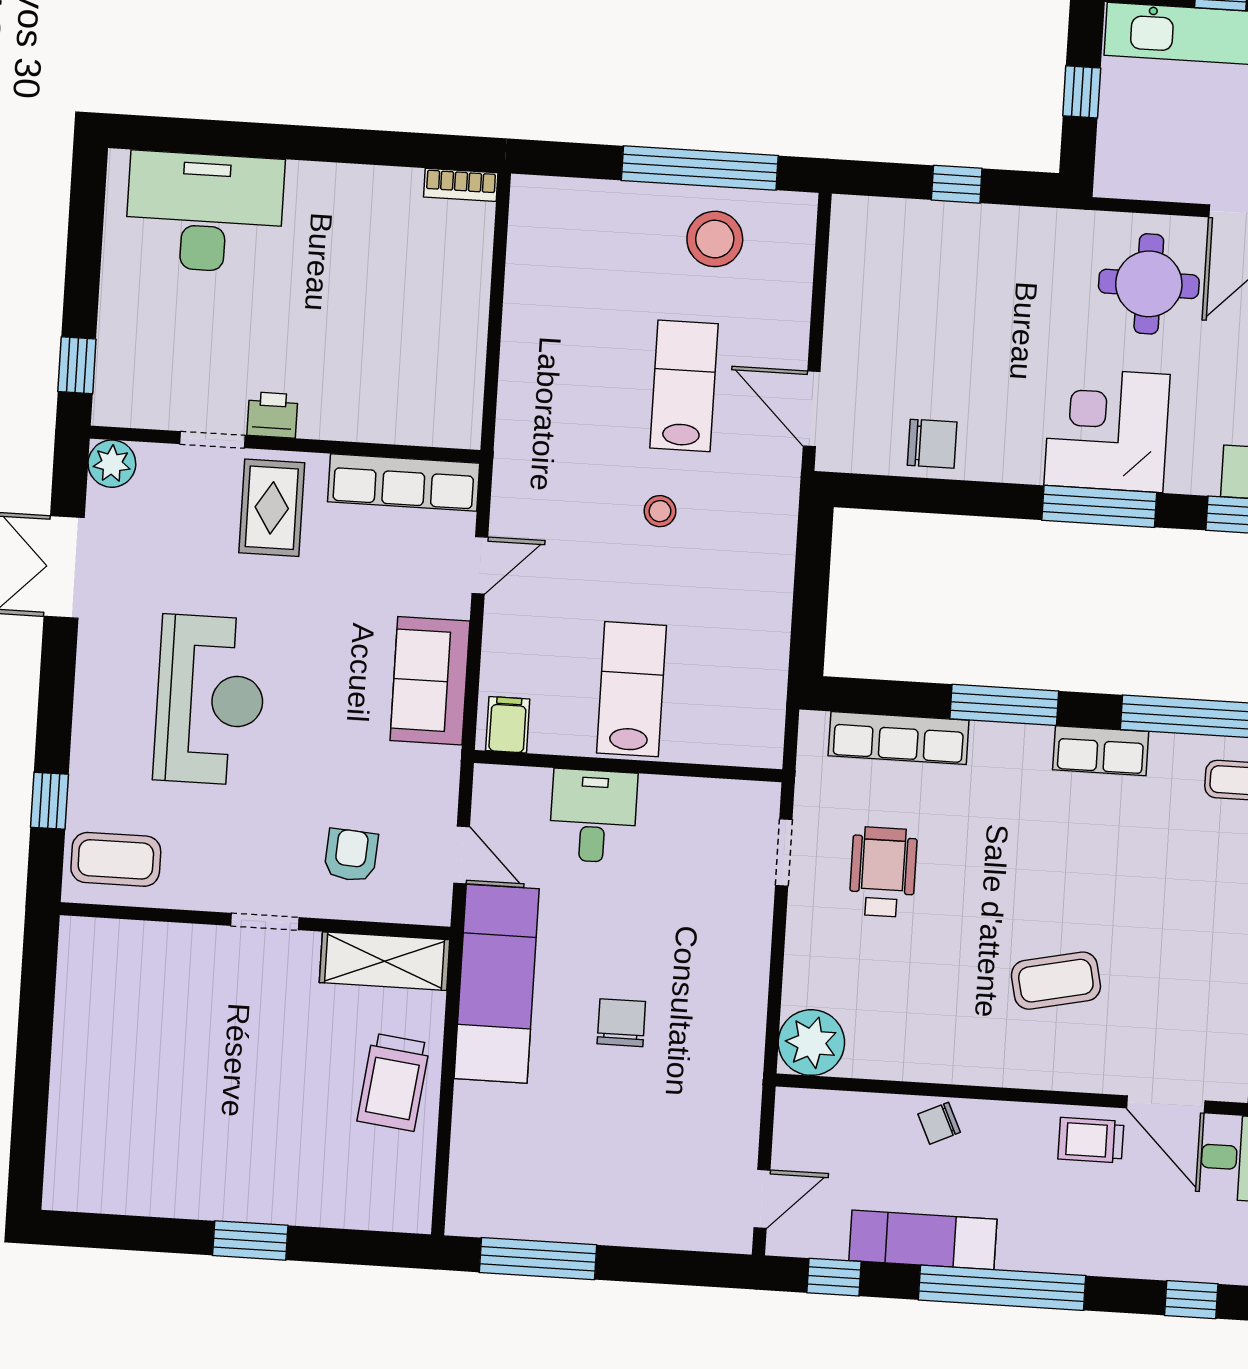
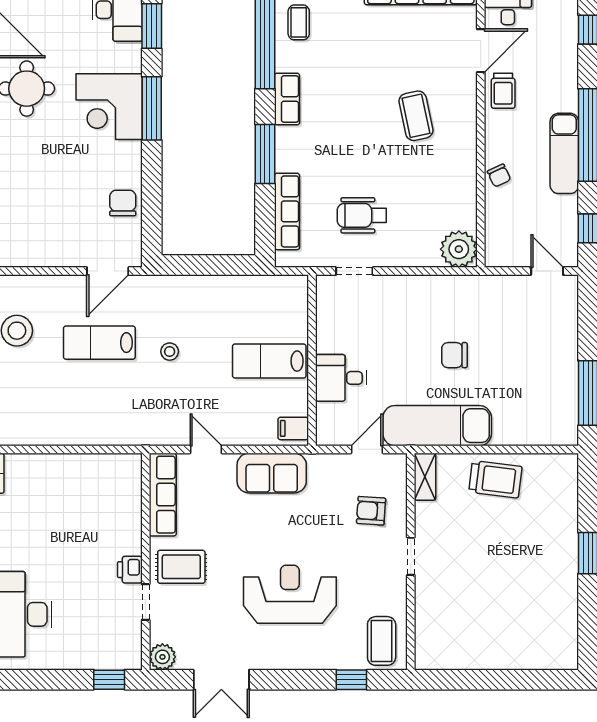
shelving: (385, 961) -> (425, 477), width x0.67, depth x0.75
exam couch: (923, 1240) -> (564, 153), moved

